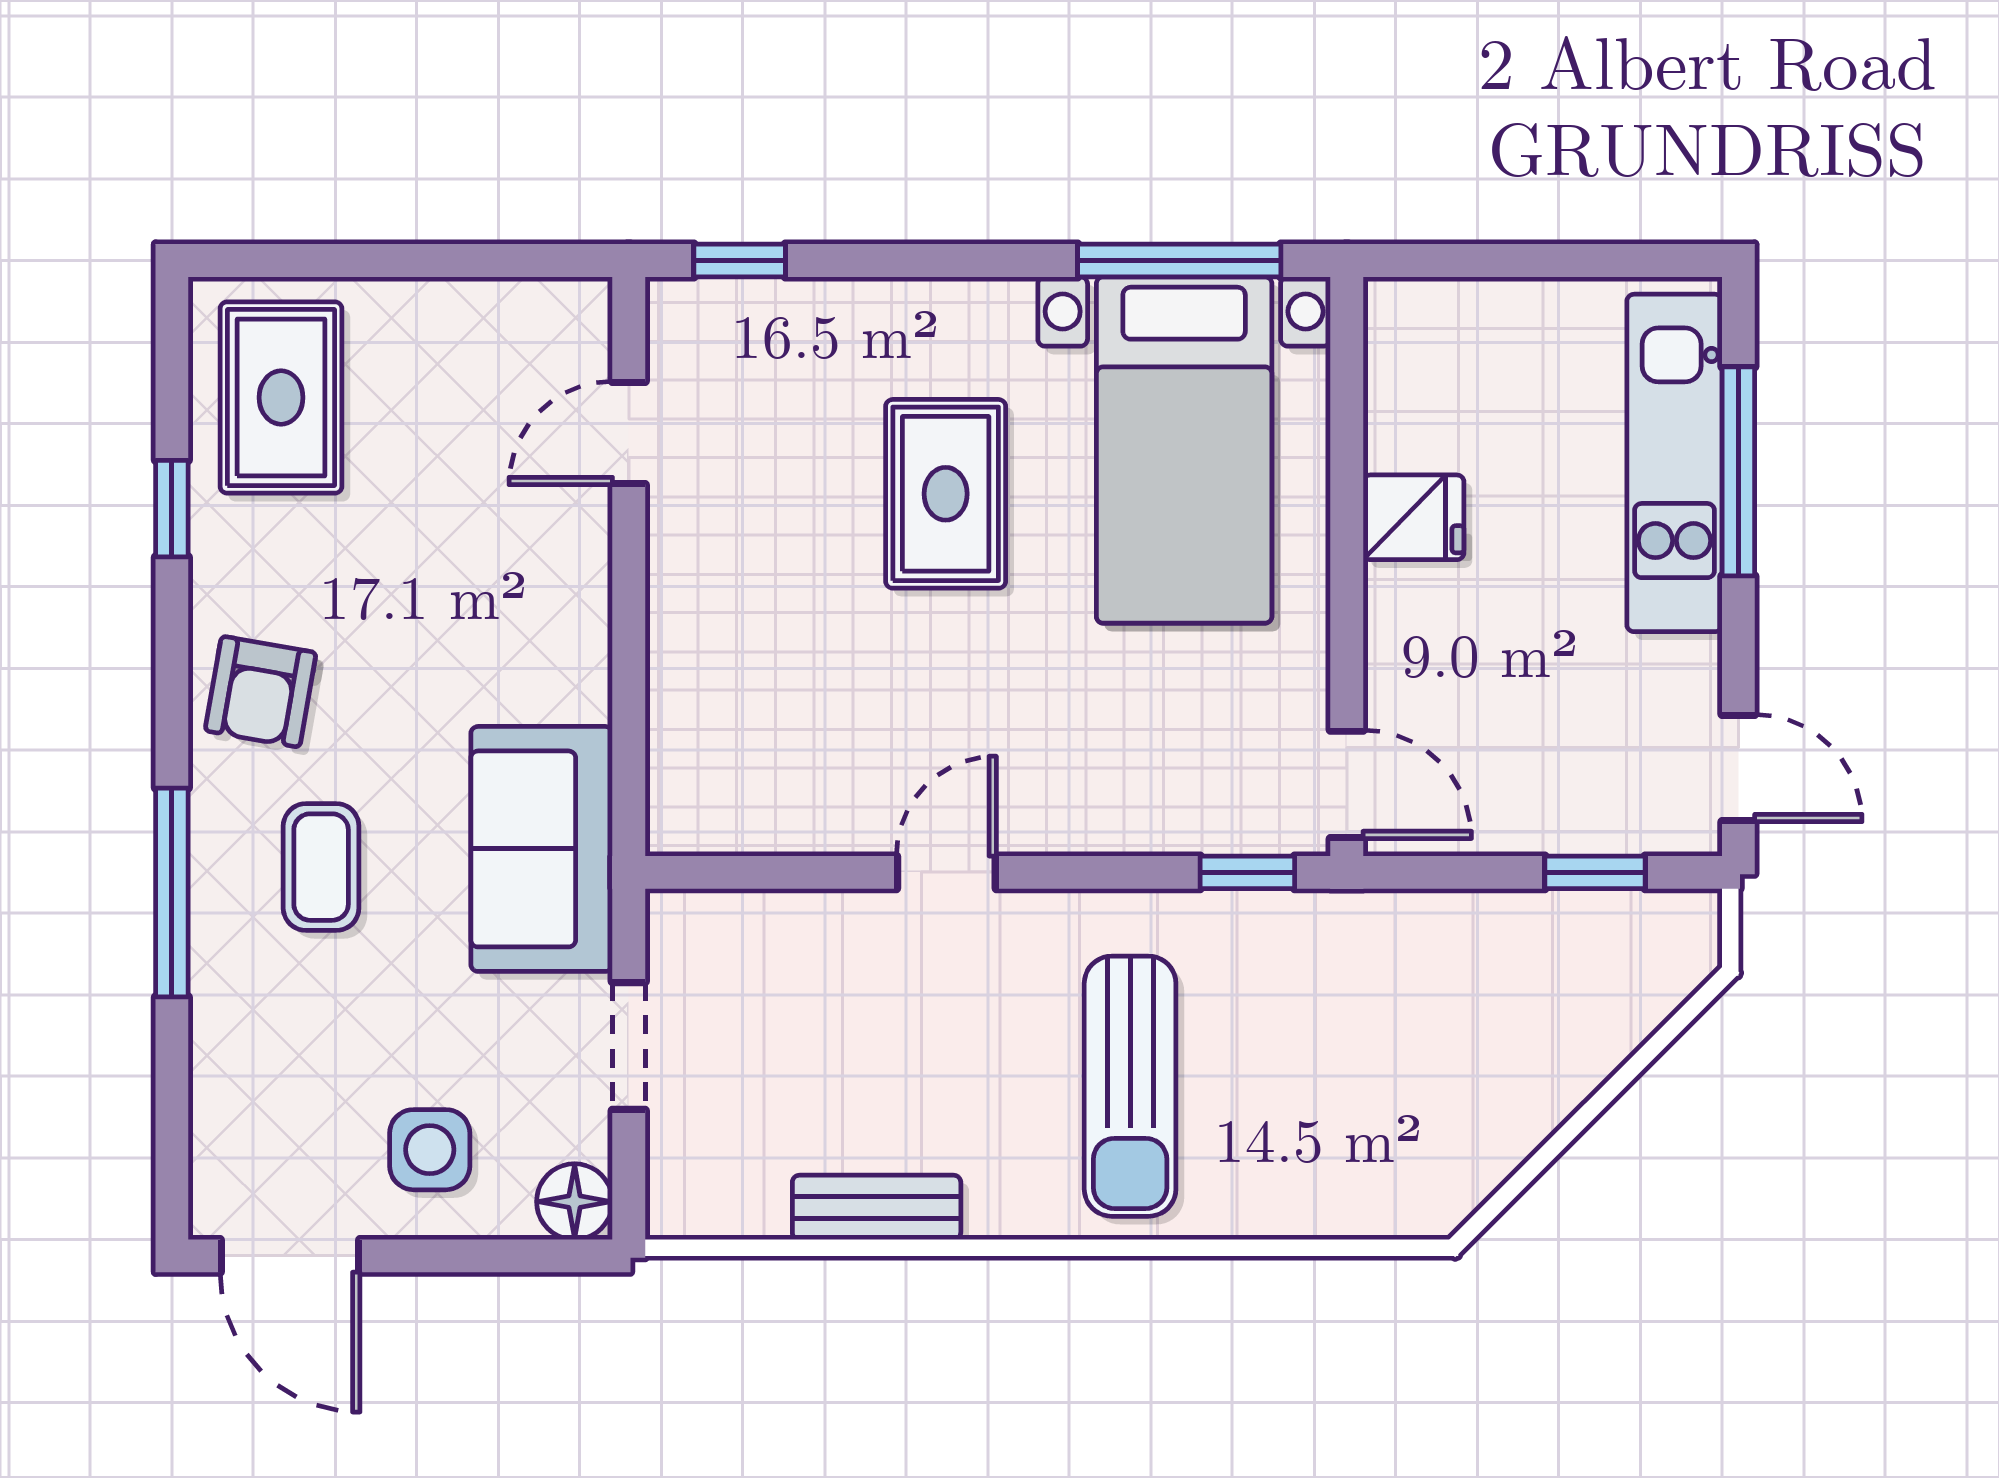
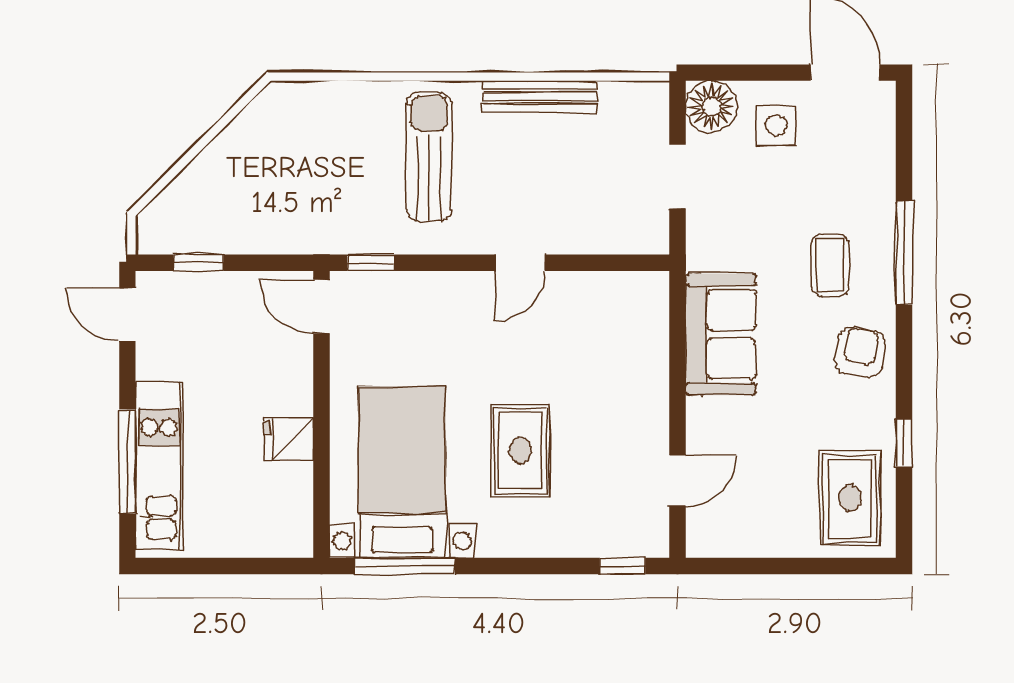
sofa: (542, 849) -> (721, 334), moved
floor lamp: (575, 1202) -> (711, 107), width x1.38, depth x1.38
bench: (877, 1207) -> (539, 97), width x1.36

